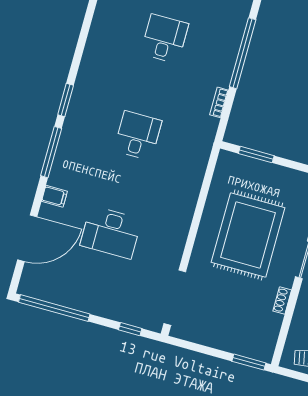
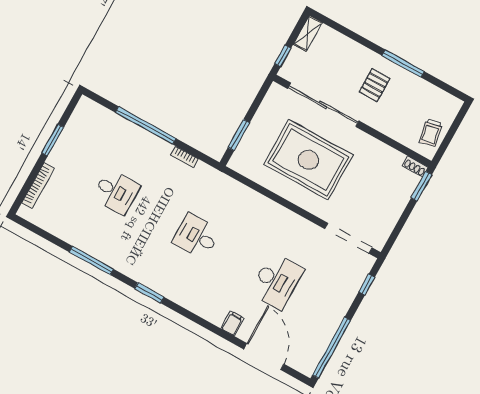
desk: (165, 39) -> (116, 192), turned 180
window: (51, 152) -> (91, 261), moved
shoe rack: (282, 301) -> (415, 166), moved

